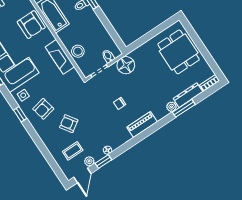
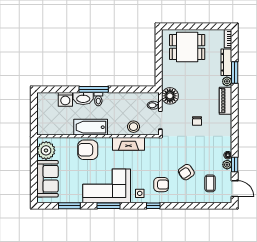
armchair: (31, 25) -> (88, 150), turned 180
armchair: (43, 109) -> (161, 185), turned -78
piano: (142, 125) -> (226, 101), moved
plant: (89, 161) -> (227, 165), moved

